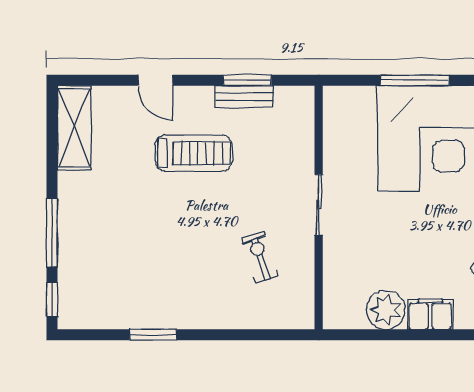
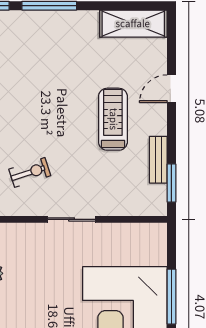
window: (247, 80) -> (171, 183), moved
treadmill: (194, 153) -> (113, 119), turned 180

